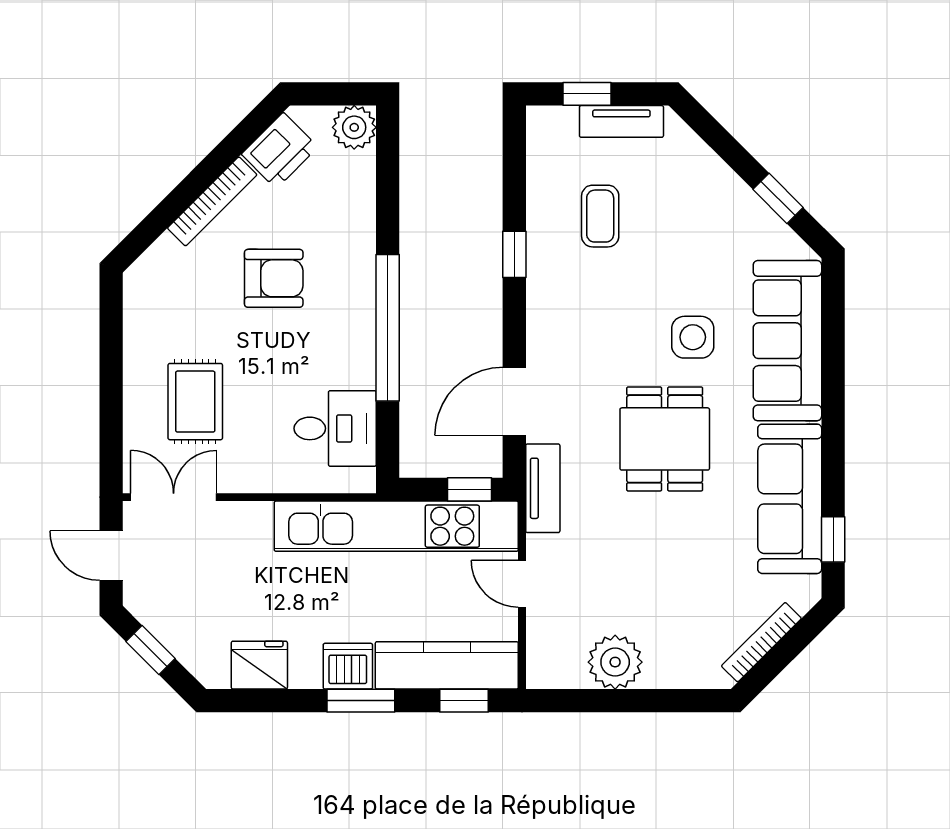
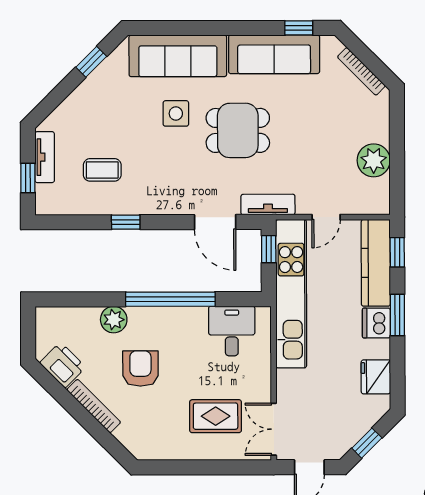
plant: (354, 127) -> (114, 320), moved

